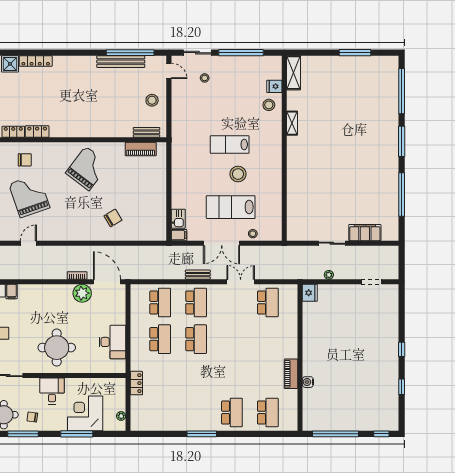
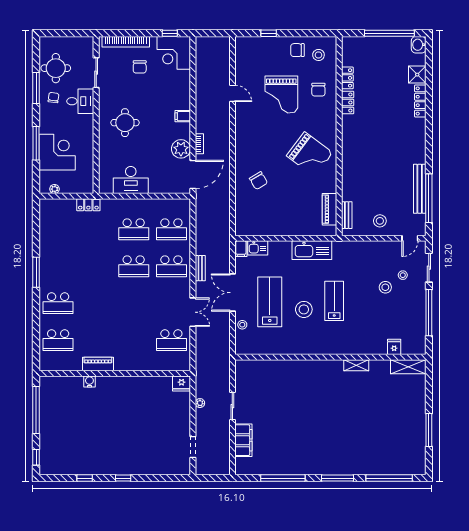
stool: (269, 105) -> (385, 287), moved
kitchen sink: (180, 166) -> (312, 250), added
grand piano: (29, 196) -> (281, 94), turned 109
filing cabinet: (12, 291) -> (183, 116), moved
round table: (57, 348) -> (125, 123), width x0.73, depth x0.73
desk: (52, 391) -> (80, 101), moved

